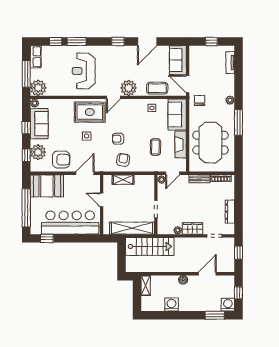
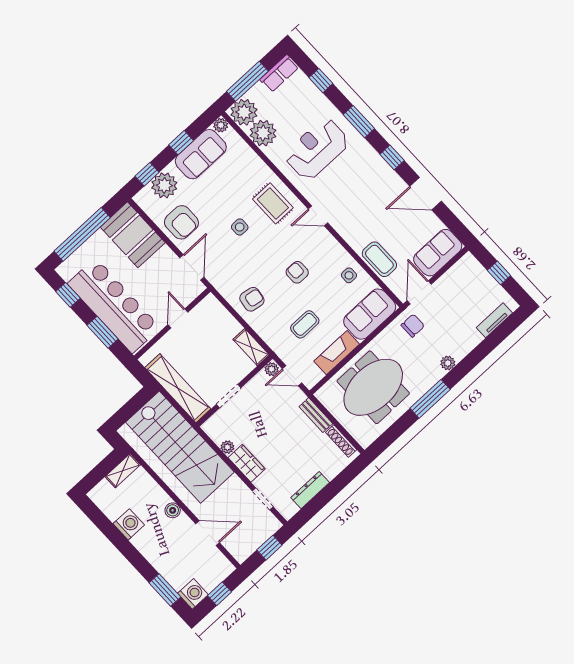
window: (77, 42) -> (359, 122), moved
plant: (129, 88) -> (263, 133), moved
rug: (90, 112) -> (273, 203), width x0.73, depth x0.70
armchair: (118, 139) -> (297, 272), moved
door: (85, 173) -> (192, 267), hinge flipped
shelving: (123, 180) -> (251, 347), moved
window: (77, 238) -> (103, 332), added
stairs: (150, 246) -> (180, 447), width x1.36, depth x1.51

